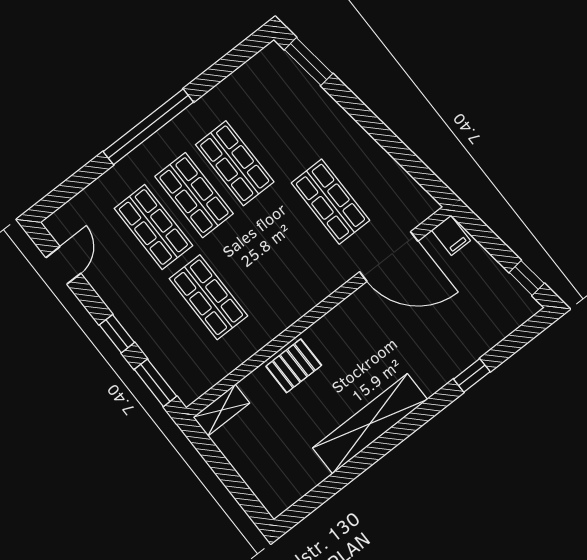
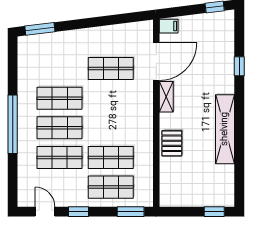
shop shelf: (168, 329) -> (111, 187), added
window: (117, 334) -> (79, 212), moved
shelving: (221, 410) -> (166, 97), moved
window: (245, 497) -> (214, 212), added

